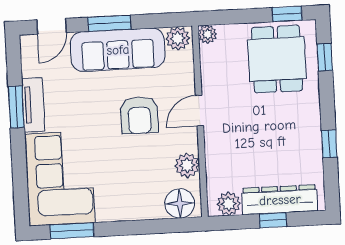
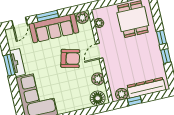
plant: (208, 34) -> (99, 23), moved
window: (325, 57) -> (161, 37), moved
armchair: (139, 115) -> (70, 58), turned -75
window: (273, 220) -> (134, 101), moved

